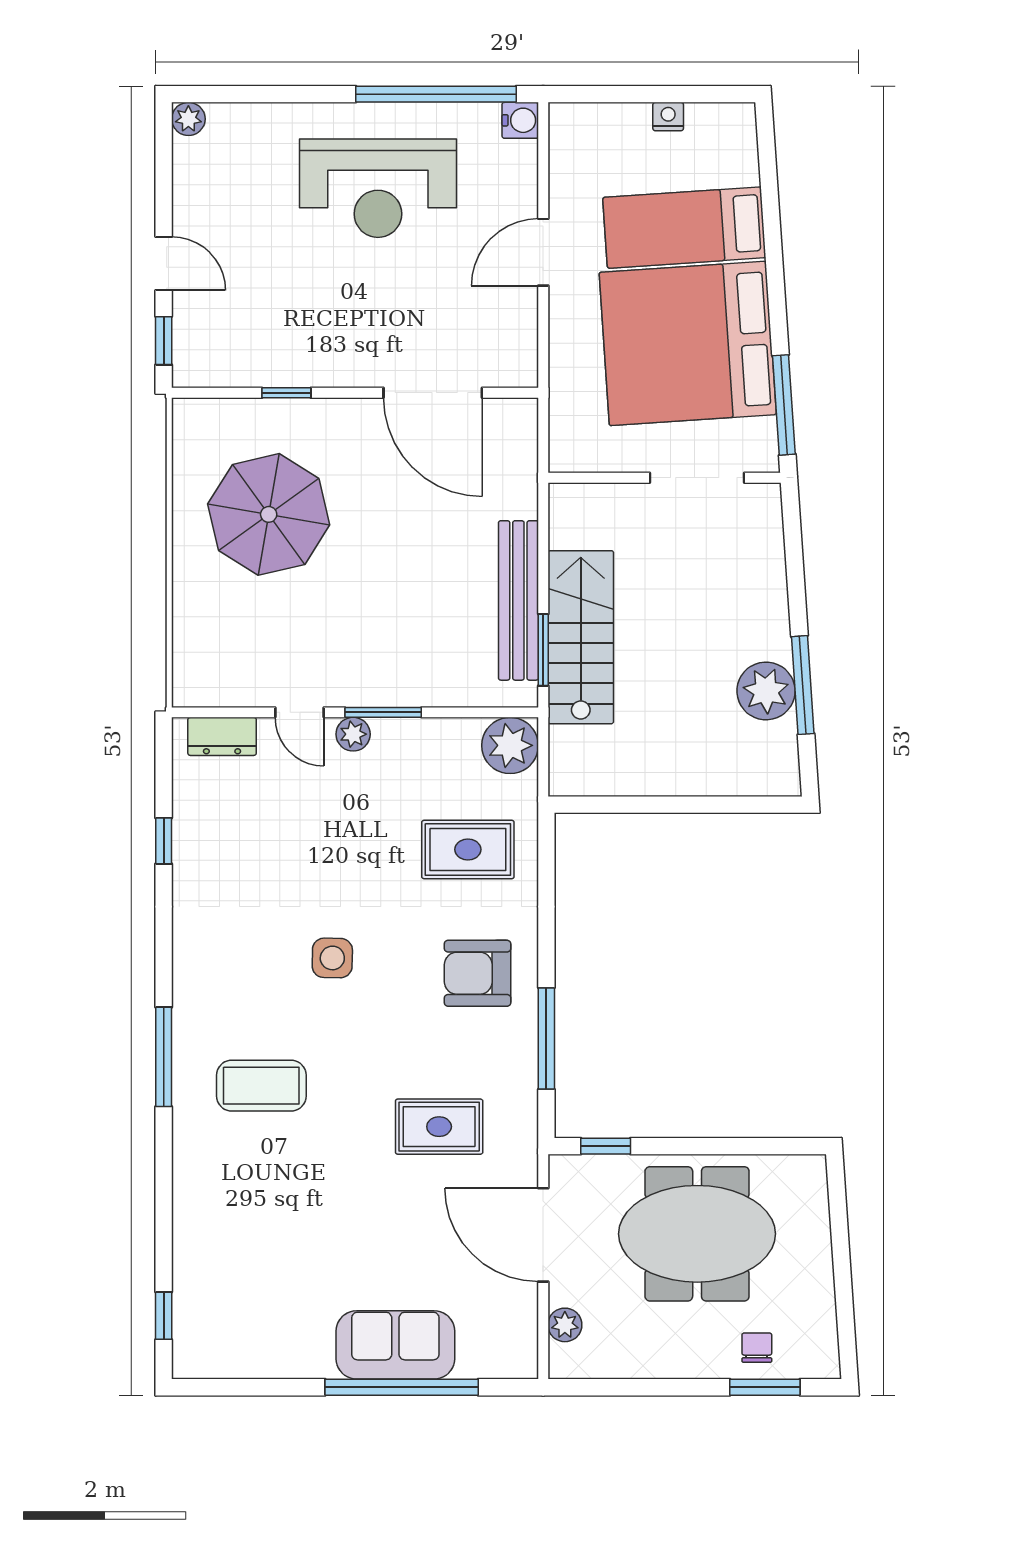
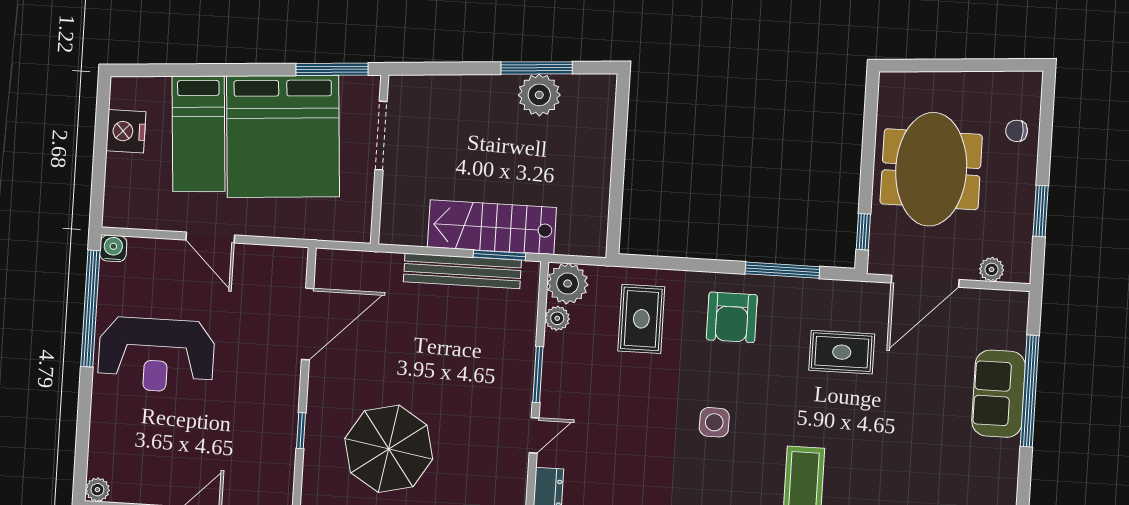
nightstand: (668, 117) -> (126, 131), width x1.89, depth x1.79
reception desk: (378, 188) -> (156, 355), turned 90
plant: (353, 734) -> (557, 318), moved
rug: (439, 1127) -> (842, 352), turned 90
window: (765, 1387) -> (1041, 211), moved

